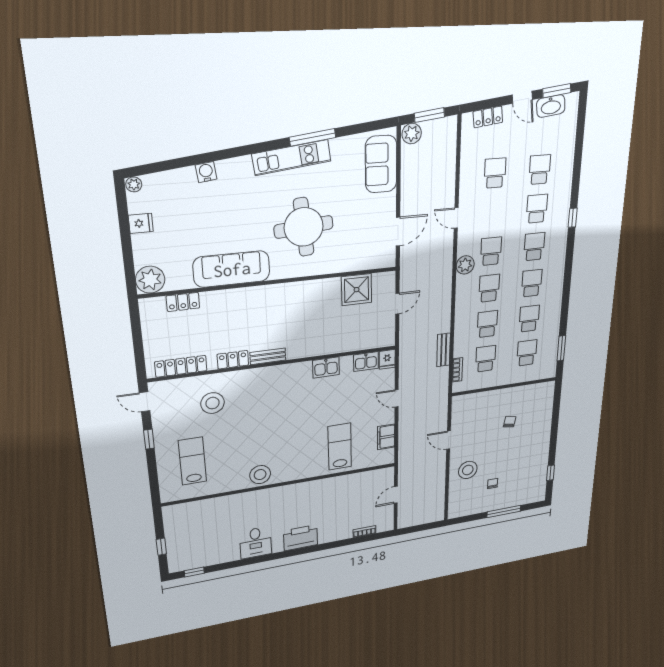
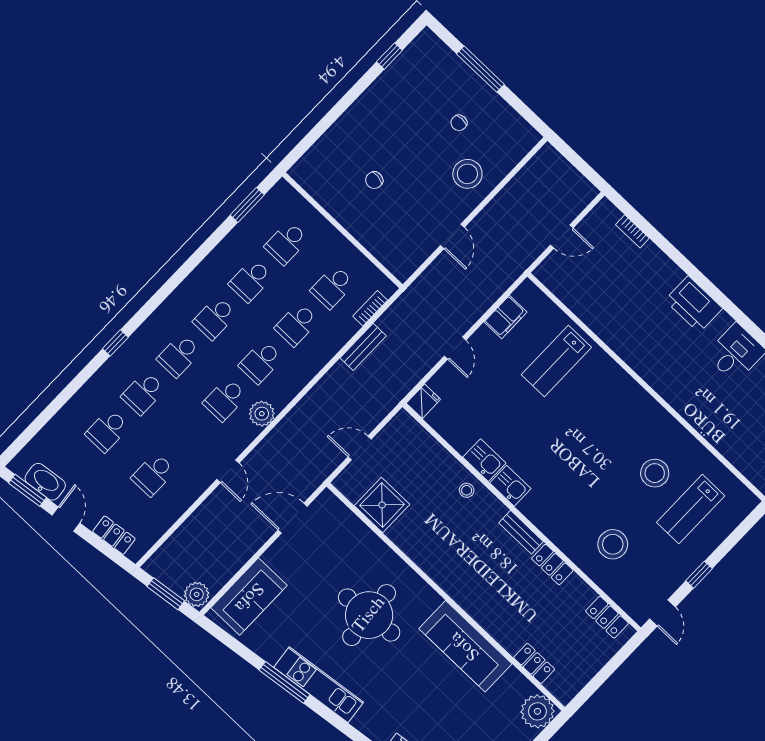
stool: (319, 344) -> (467, 490), added
kitchen sink: (366, 362) -> (510, 486), moved
locker: (181, 366) -> (607, 617), width x0.66
stool: (260, 475) -> (655, 473), moved

